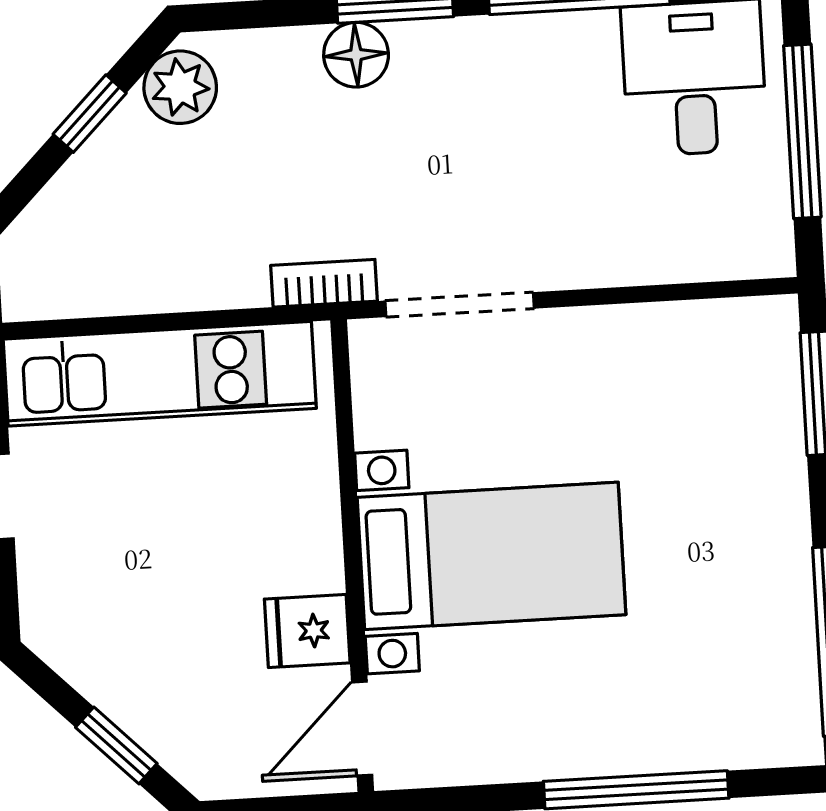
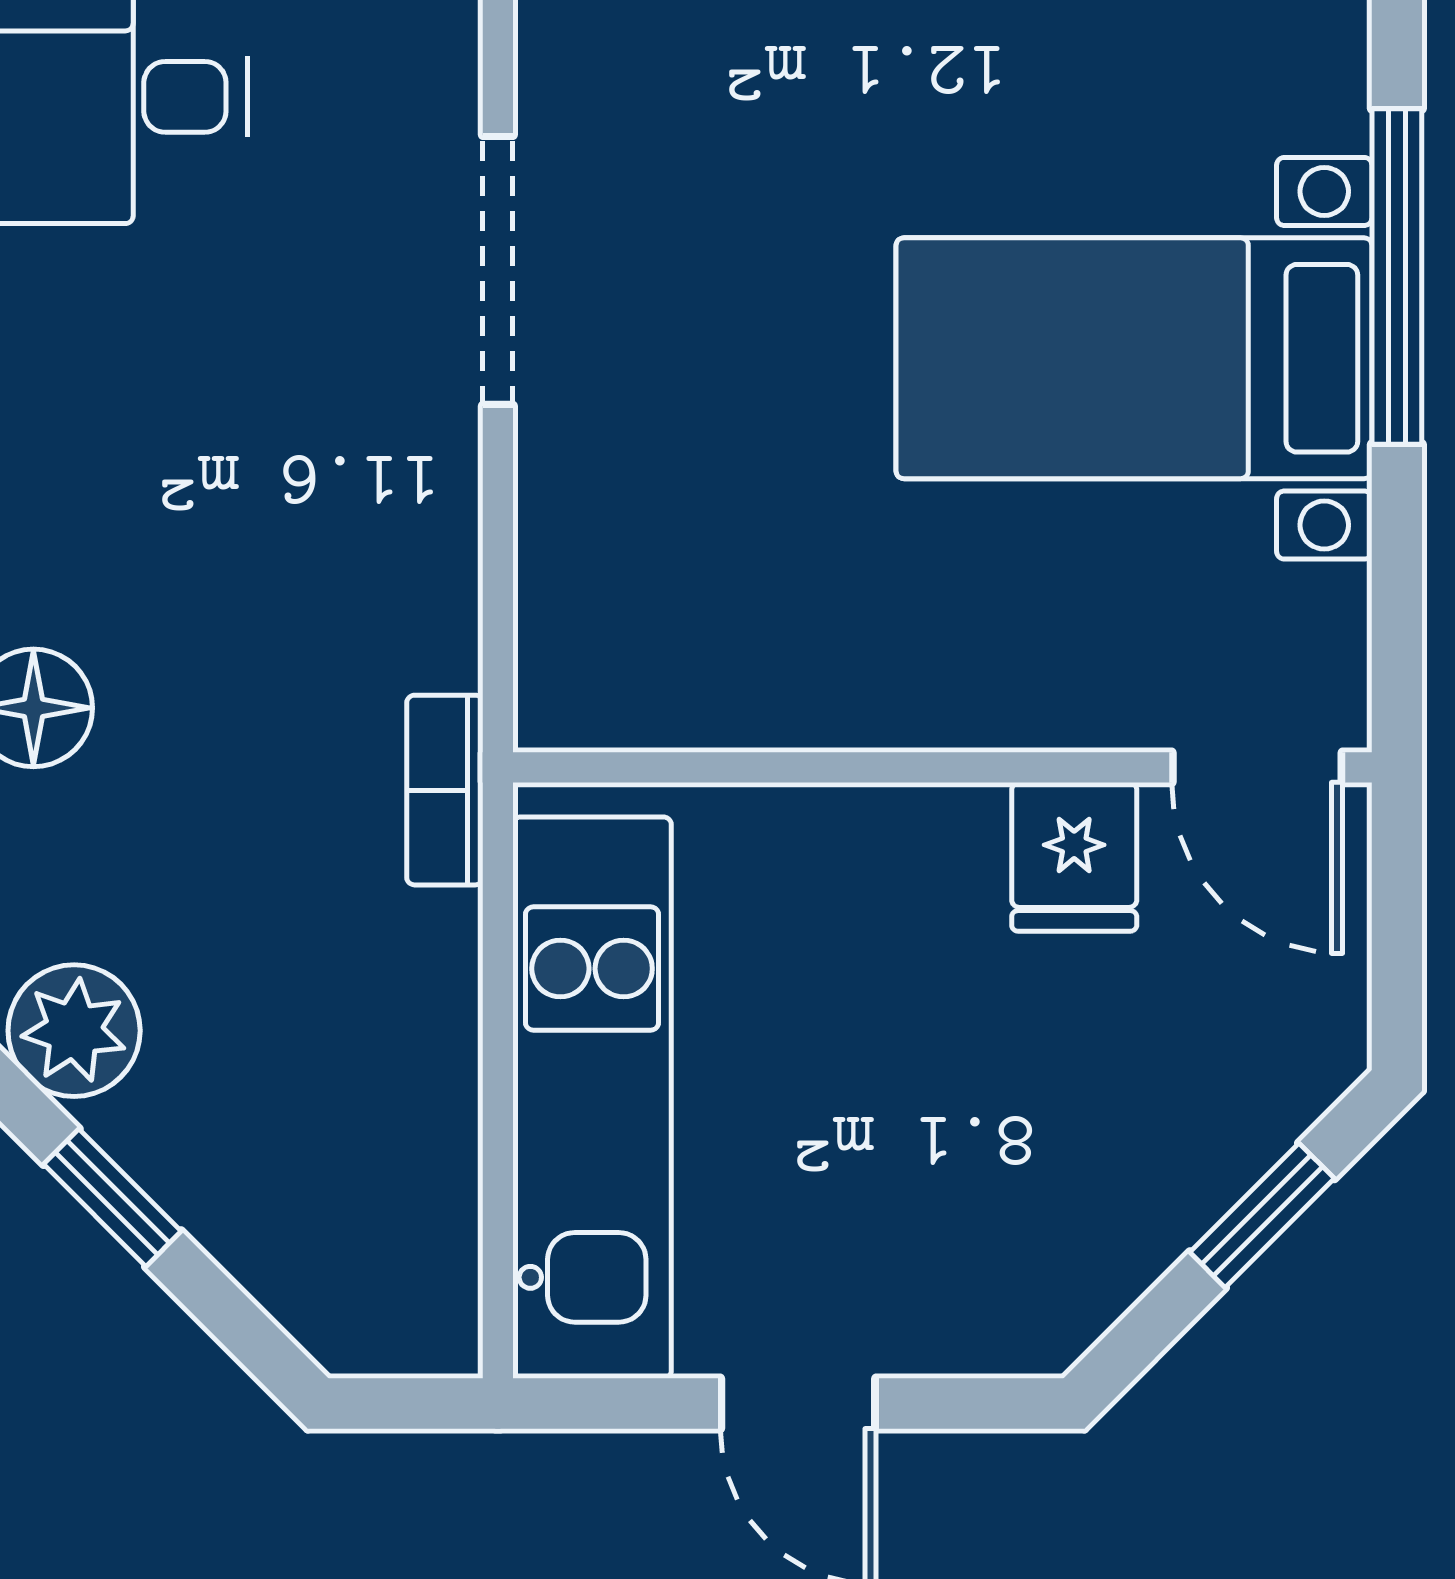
doorway: (460, 305) -> (498, 270), moved
bed with nightstands: (491, 556) -> (1134, 358), moved, turned -90

